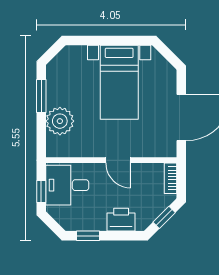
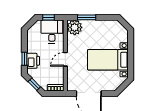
window: (41, 96) -> (87, 17), moved
plant: (60, 121) -> (75, 27), moved
window: (88, 236) -> (24, 59), moved

